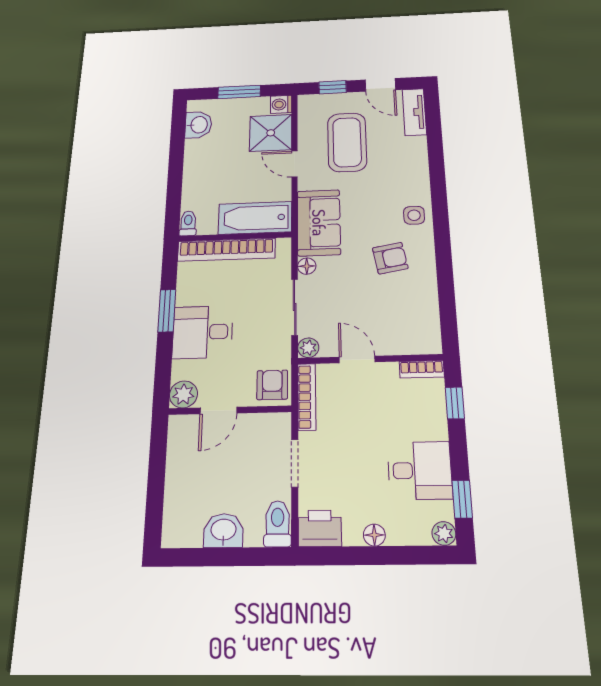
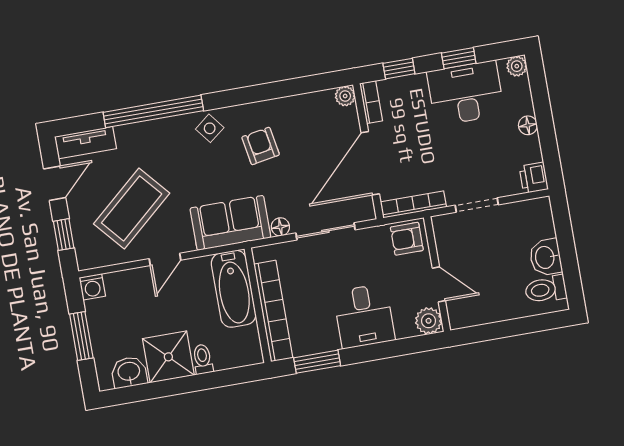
shower: (271, 133) -> (168, 357), moved
coffee table: (347, 142) -> (132, 208), turned -41
window: (437, 169) -> (153, 111), added
side table: (414, 215) -> (210, 128), turned -38
toilet: (188, 223) -> (203, 359), moved, turned 90
window: (167, 311) -> (317, 362), moved
plant: (308, 348) -> (345, 96), moved
door: (357, 359) -> (370, 163), width x1.88
desk: (420, 470) -> (466, 93), width x1.37
window: (462, 499) -> (459, 58), moved
toilet: (278, 524) -> (546, 289), moved
printer: (320, 528) -> (534, 178), width x0.73, depth x0.81

